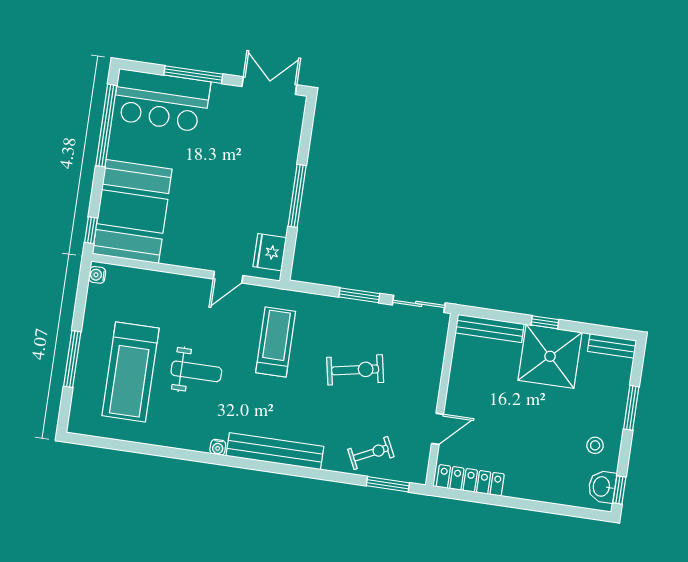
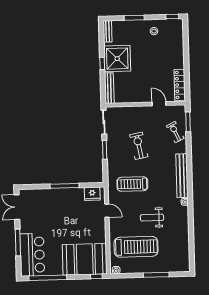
weight bench: (196, 371) -> (152, 218), turned -90
treadmill: (131, 372) -> (136, 247), moved
washbasin: (602, 487) -> (172, 25), removed

